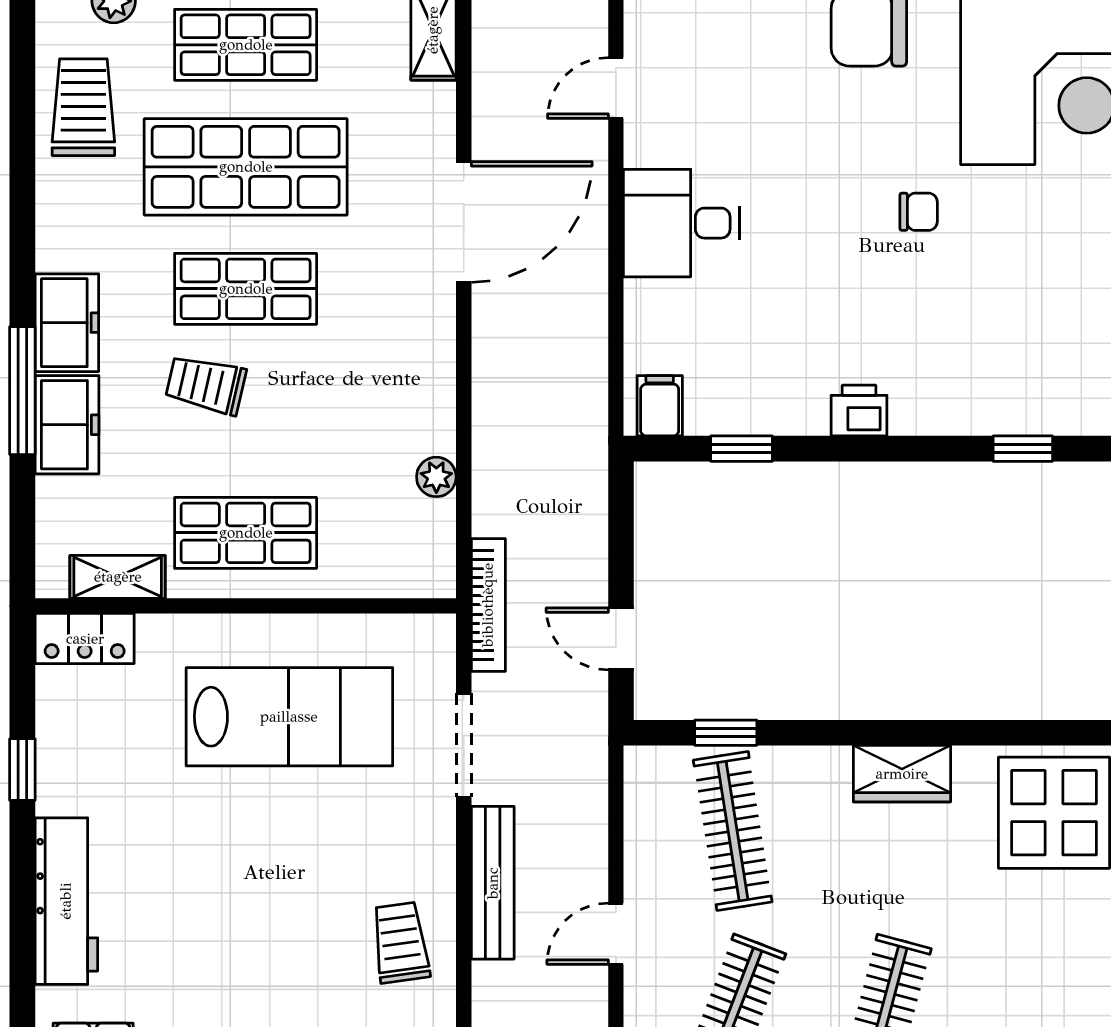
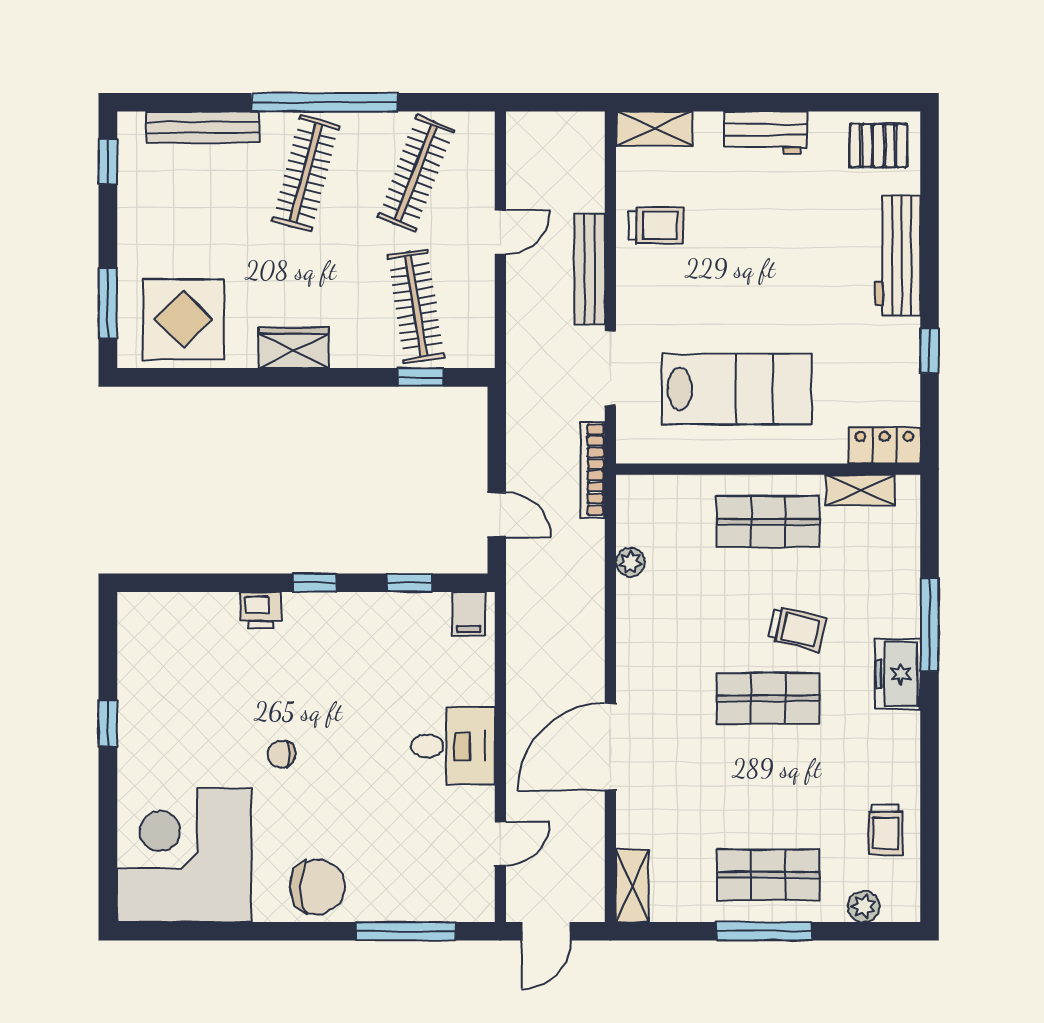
trolley: (83, 107) -> (885, 830), width x0.73, depth x0.72
shop shelf: (246, 167) -> (768, 787), removed
printer: (859, 411) -> (261, 610), moved
freezer: (67, 425) -> (897, 600), removed
window: (1023, 449) -> (314, 583), moved
door: (621, 639) -> (497, 515), moved
lab bench: (289, 717) -> (736, 389), turned 180
trolley: (400, 943) -> (656, 226), turned -82

